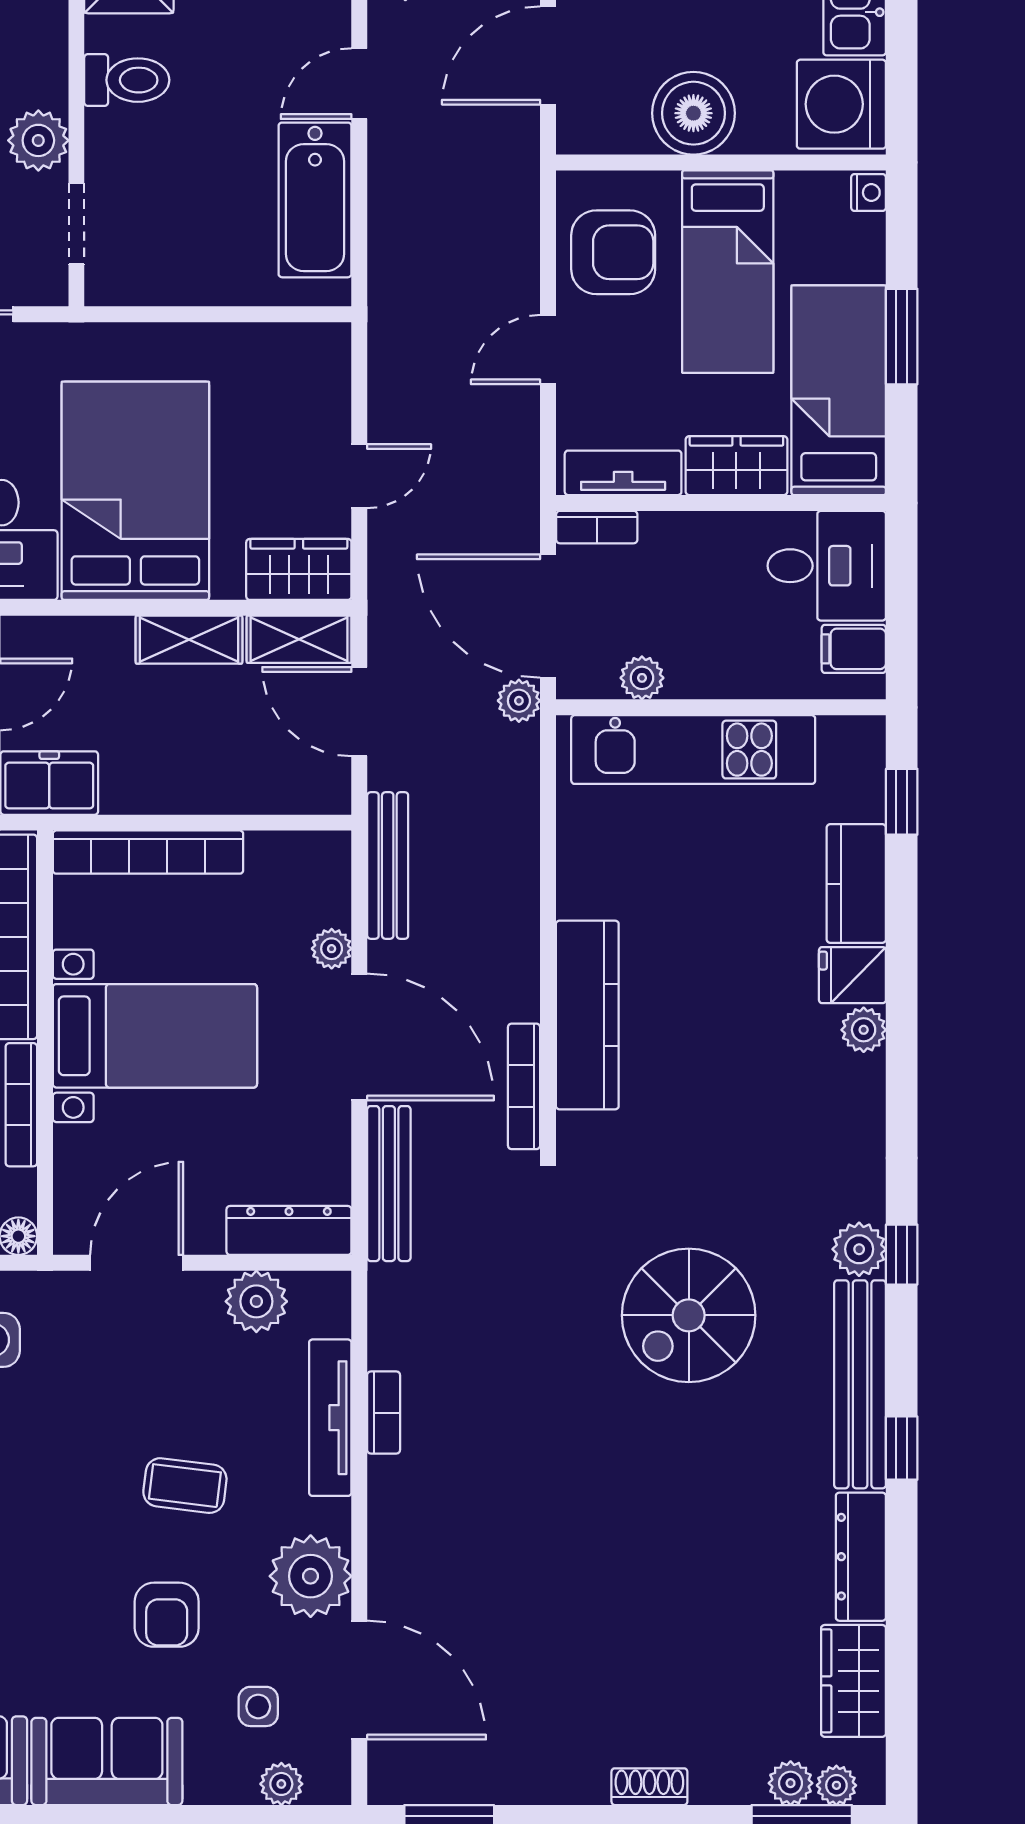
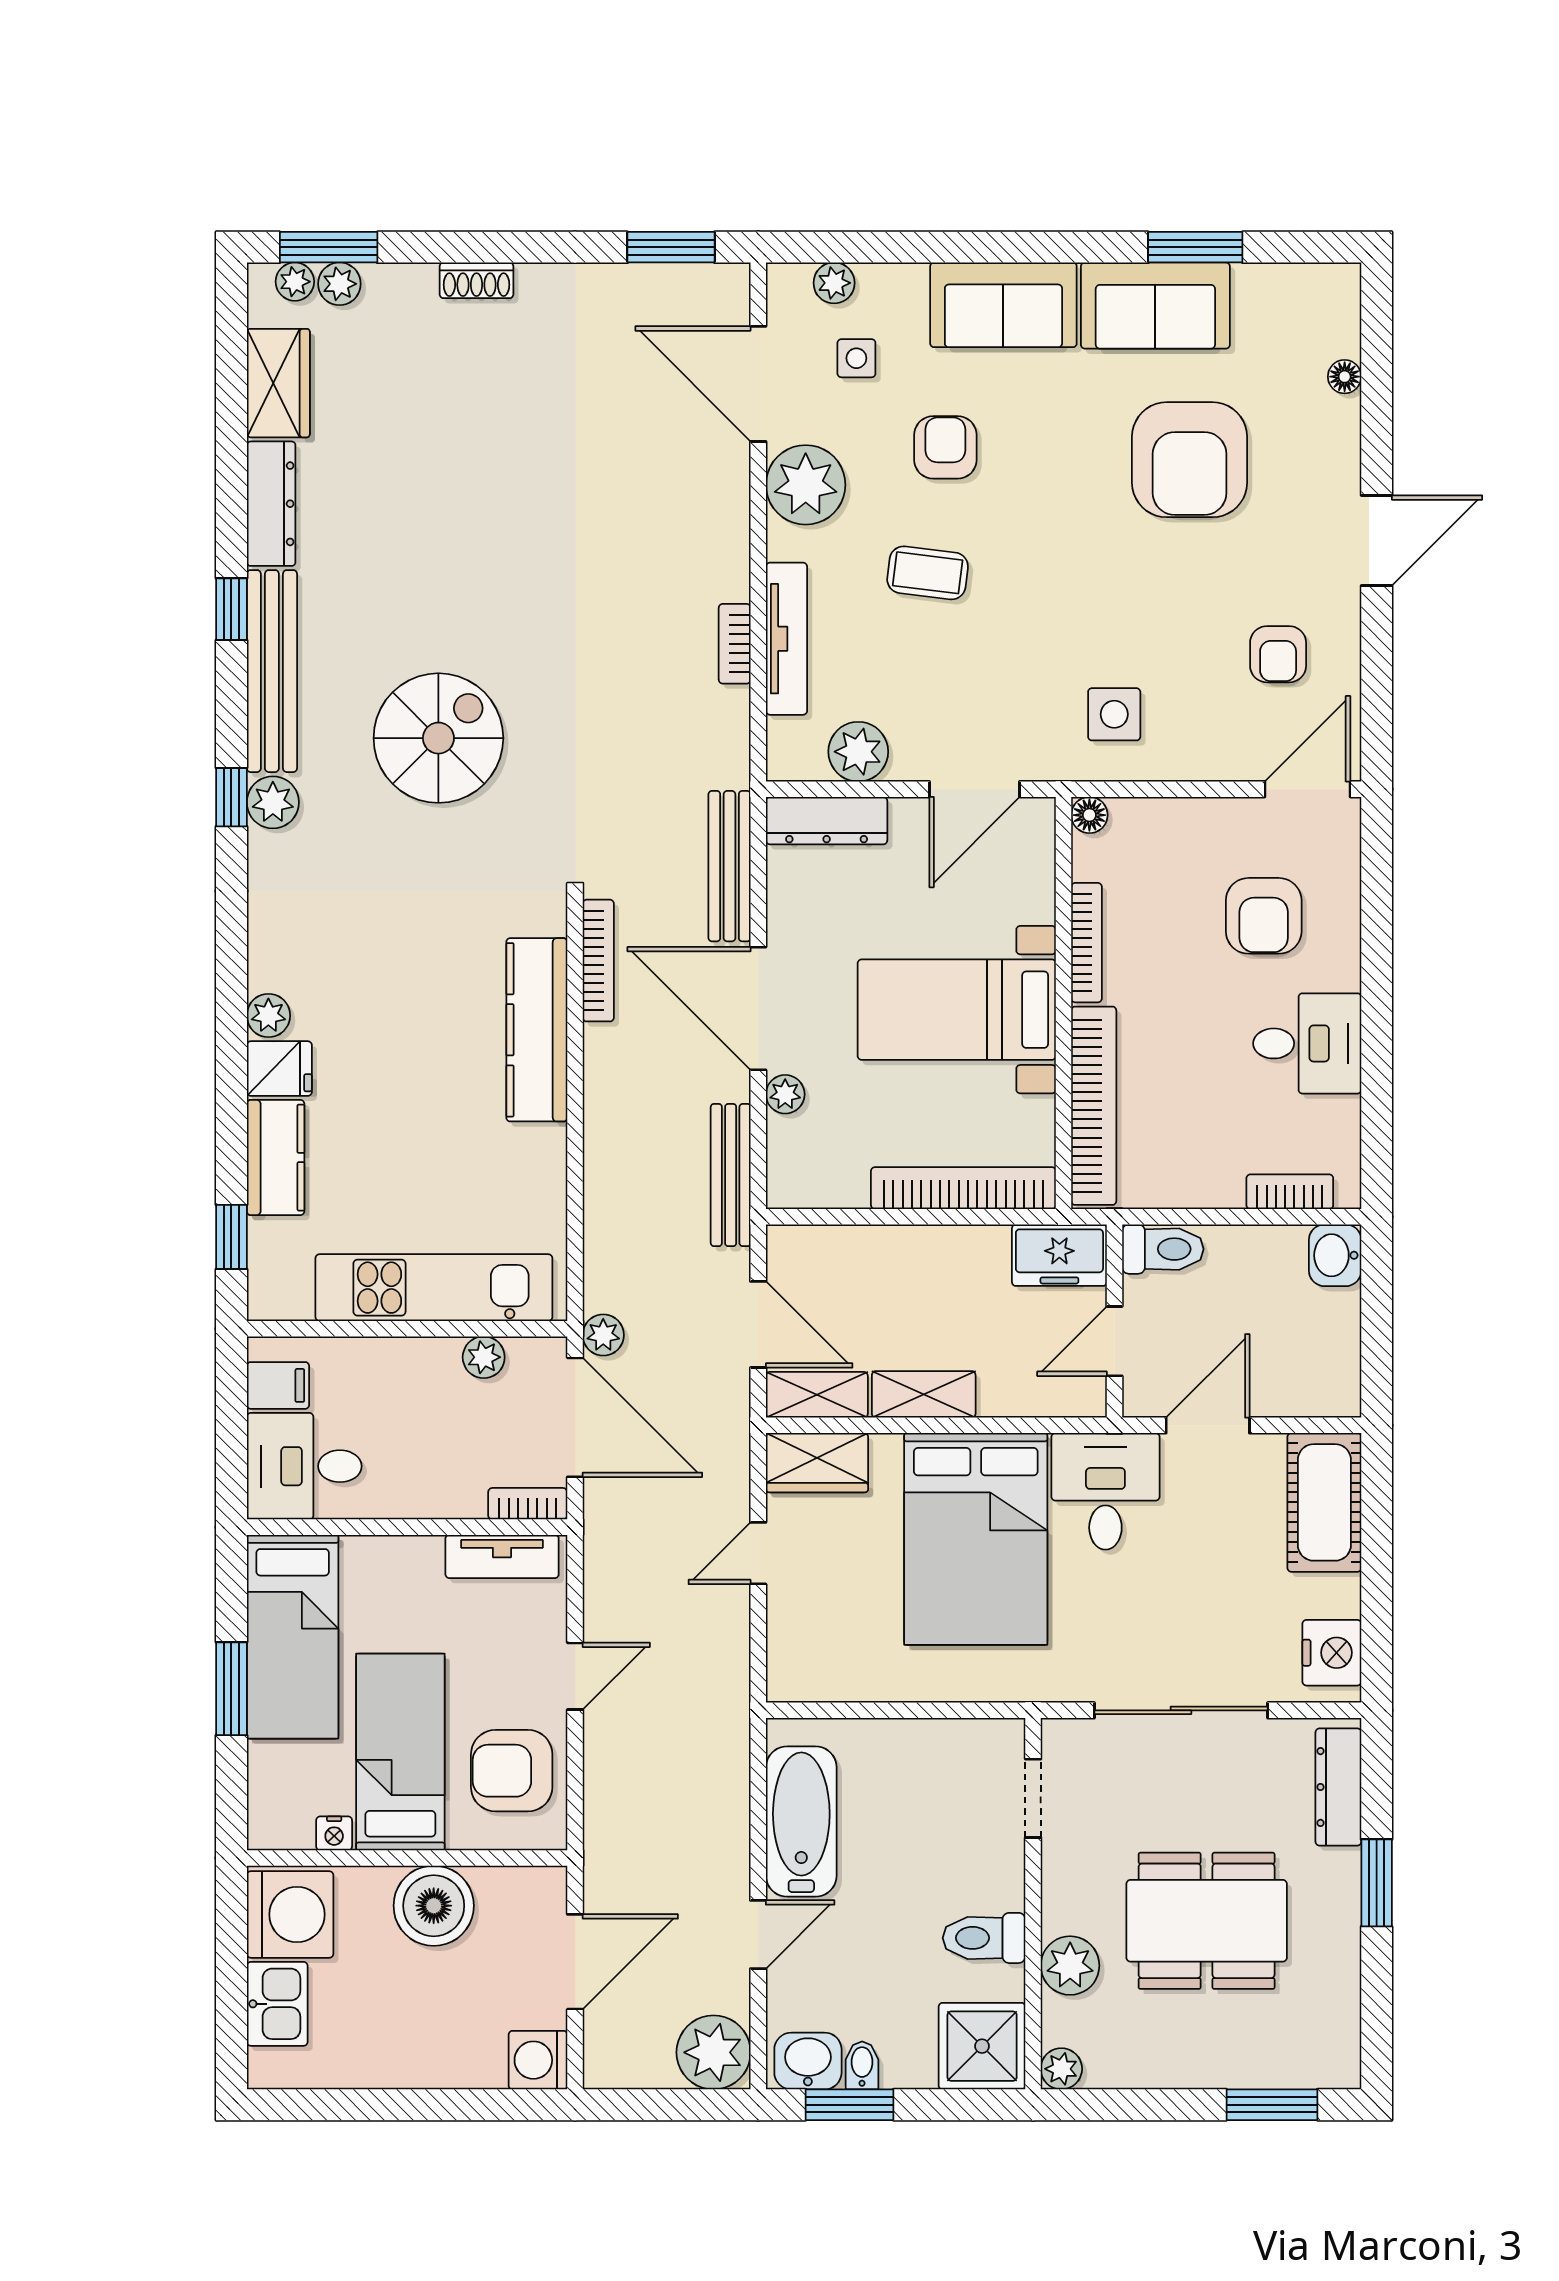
plant: (38, 140) -> (1070, 1966), moved
nightstand: (869, 193) -> (334, 1833), moved, turned -90
wardrobe: (736, 466) -> (392, 1563), removed

